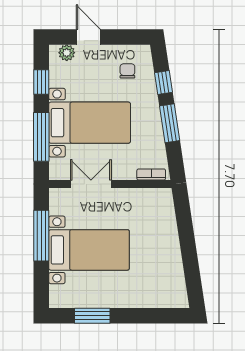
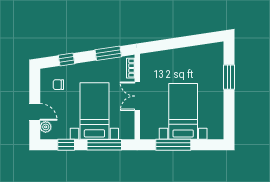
door: (88, 37) -> (35, 112), swing flipped
window: (170, 123) -> (108, 53), moved
double door: (91, 184) -> (137, 96), moved
window: (92, 316) -> (229, 77), moved

